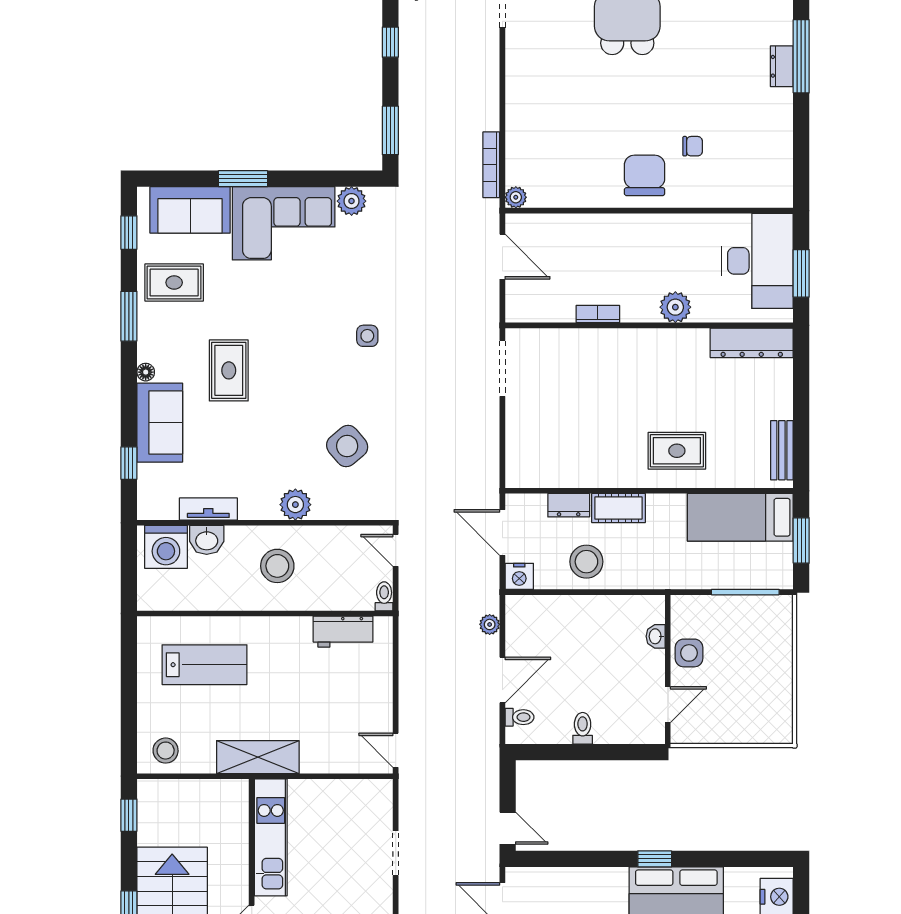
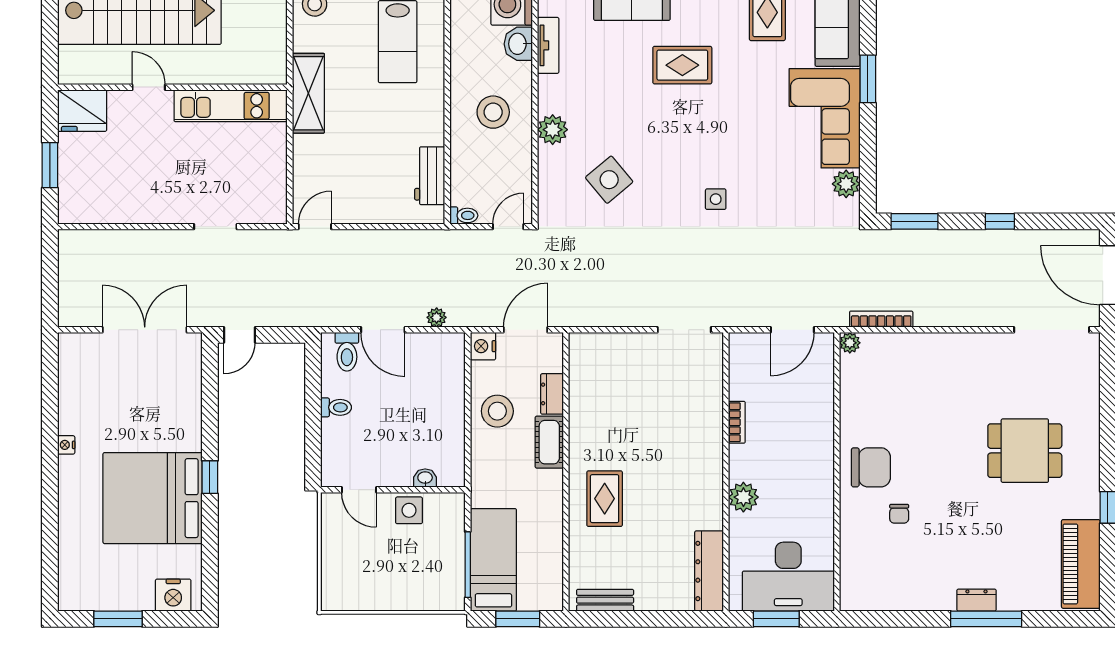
bed: (740, 517) -> (493, 560), moved
toilet: (519, 717) -> (347, 352), width x1.37, depth x1.39

